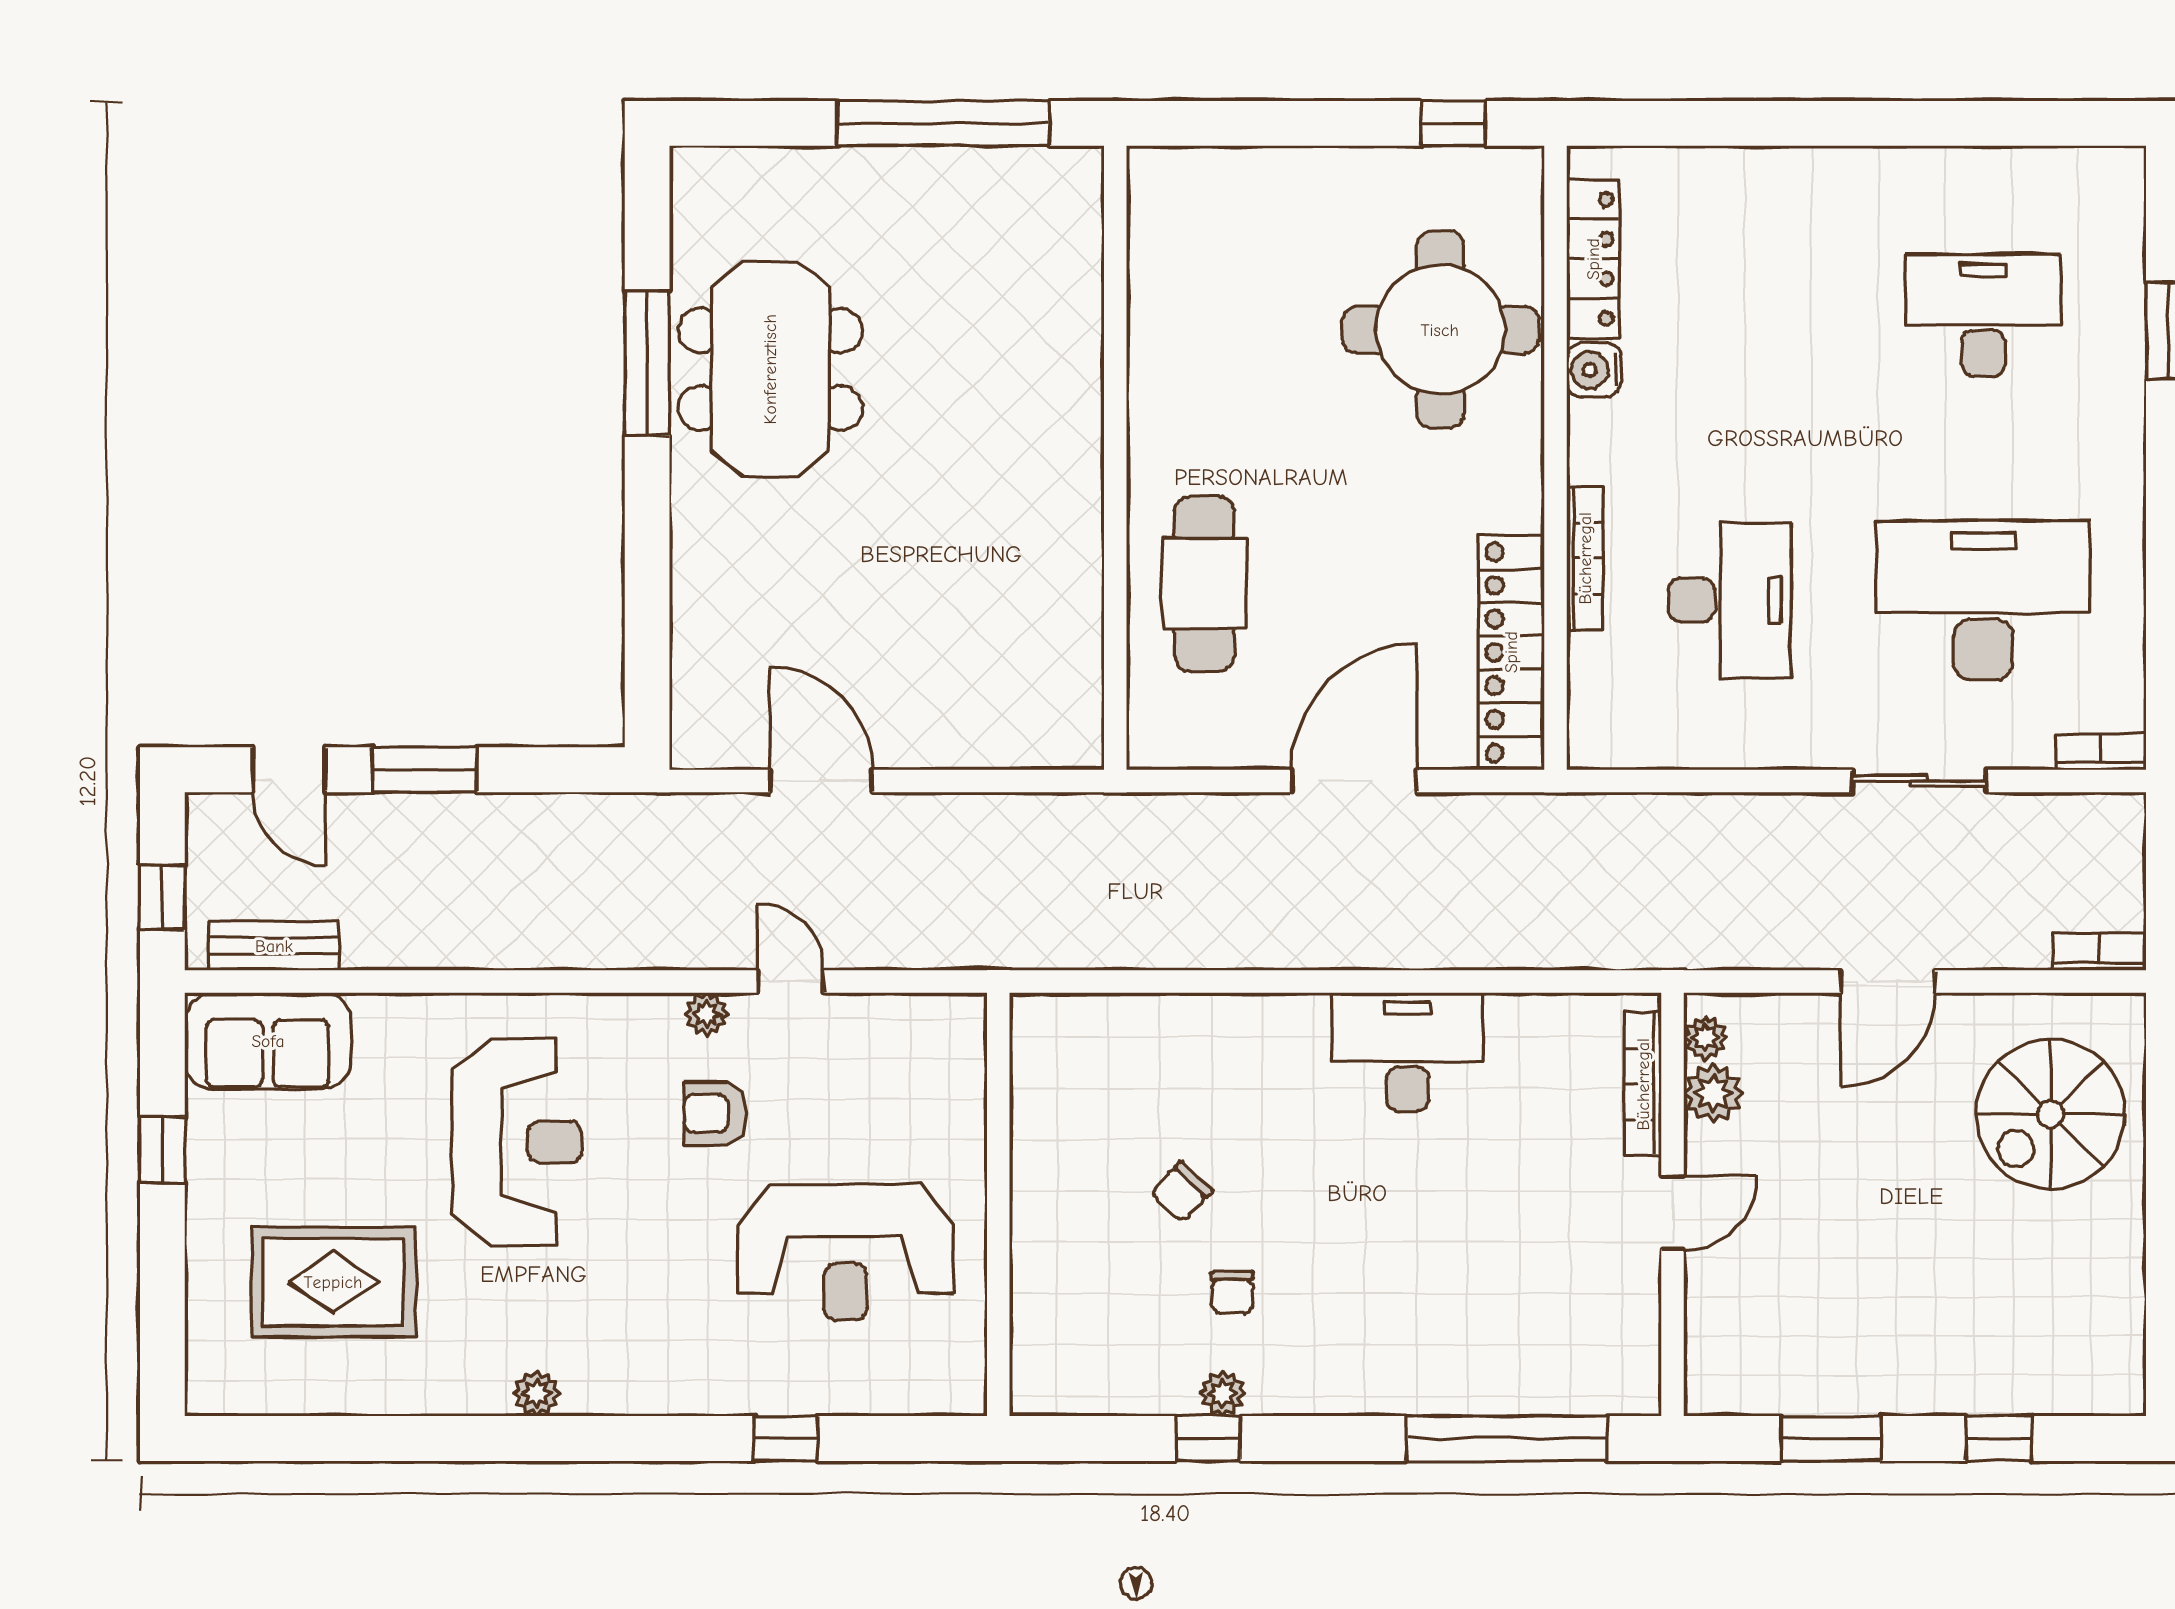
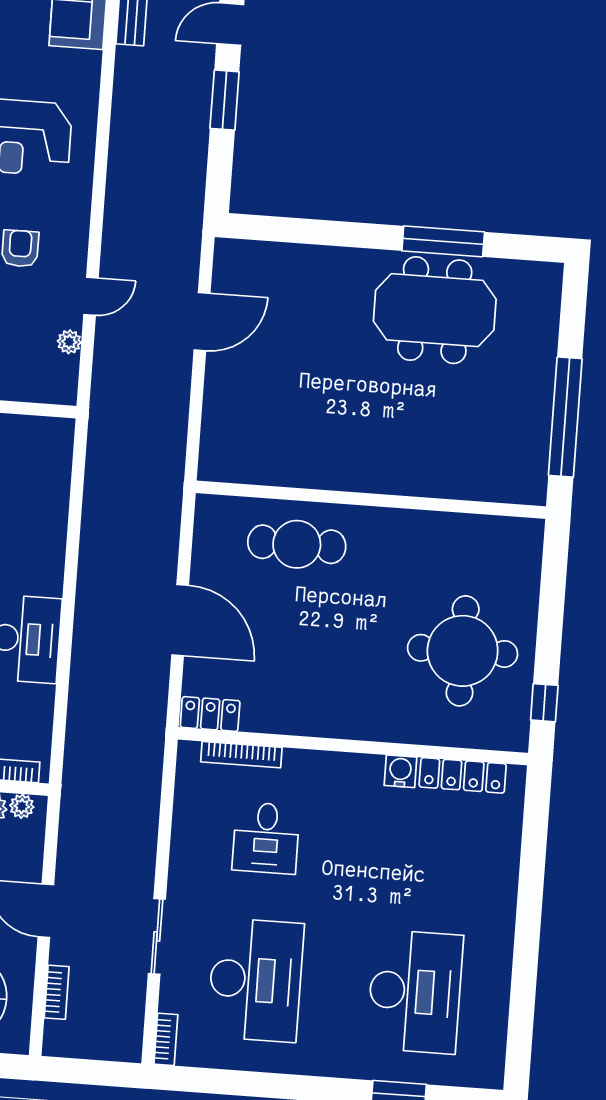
desk: (1983, 315) -> (415, 992), width x1.36, depth x1.30
round table: (1440, 330) -> (463, 651), moved
bookcase: (1585, 558) -> (241, 755), moved
desk: (1730, 600) -> (266, 838), width x0.73
locker: (1511, 652) -> (210, 714), width x0.46, depth x0.83
bookcase: (2099, 952) -> (57, 992), moved
plant: (707, 1014) -> (69, 342), moved

